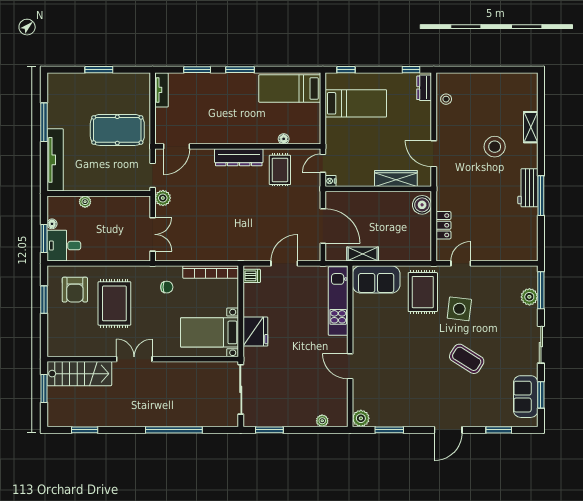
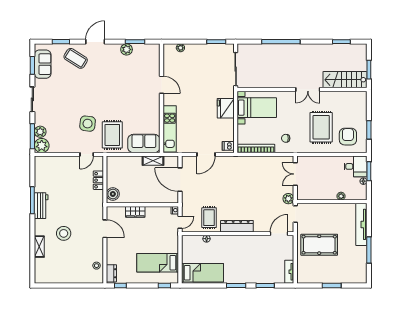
wardrobe: (396, 178) -> (135, 212), width x0.67
plant: (527, 276) -> (42, 146), added
coffee table: (467, 359) -> (76, 58), moved
plant: (361, 418) -> (127, 49), moved

